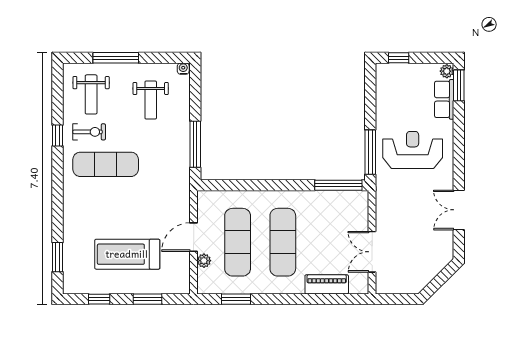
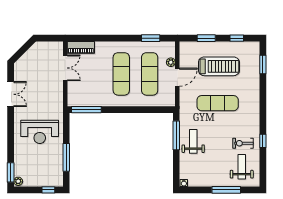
row of seats: (444, 99) -> (20, 164), removed
weight bench: (151, 100) -> (193, 141), moved
window: (370, 152) -> (66, 157), moved
exercise mat: (106, 164) -> (218, 103), moved
piano: (327, 284) -> (81, 47), moved

